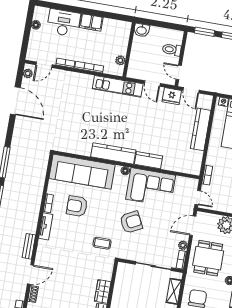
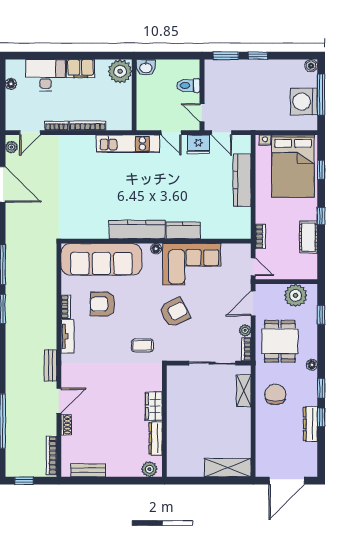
plant: (120, 60) -> (120, 71), moved, width x1.88, depth x1.88

